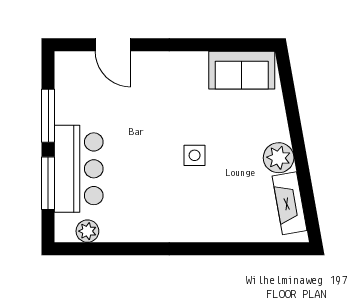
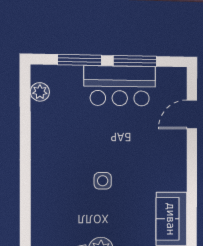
bar counter: (79, 169) -> (120, 86), moved

